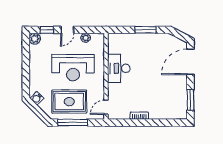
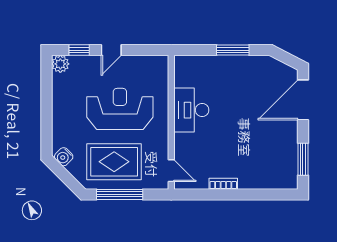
plant: (86, 38) -> (139, 62), removed
reception desk: (73, 68) -> (120, 109), turned 180
door: (106, 107) -> (171, 171), swing flipped

